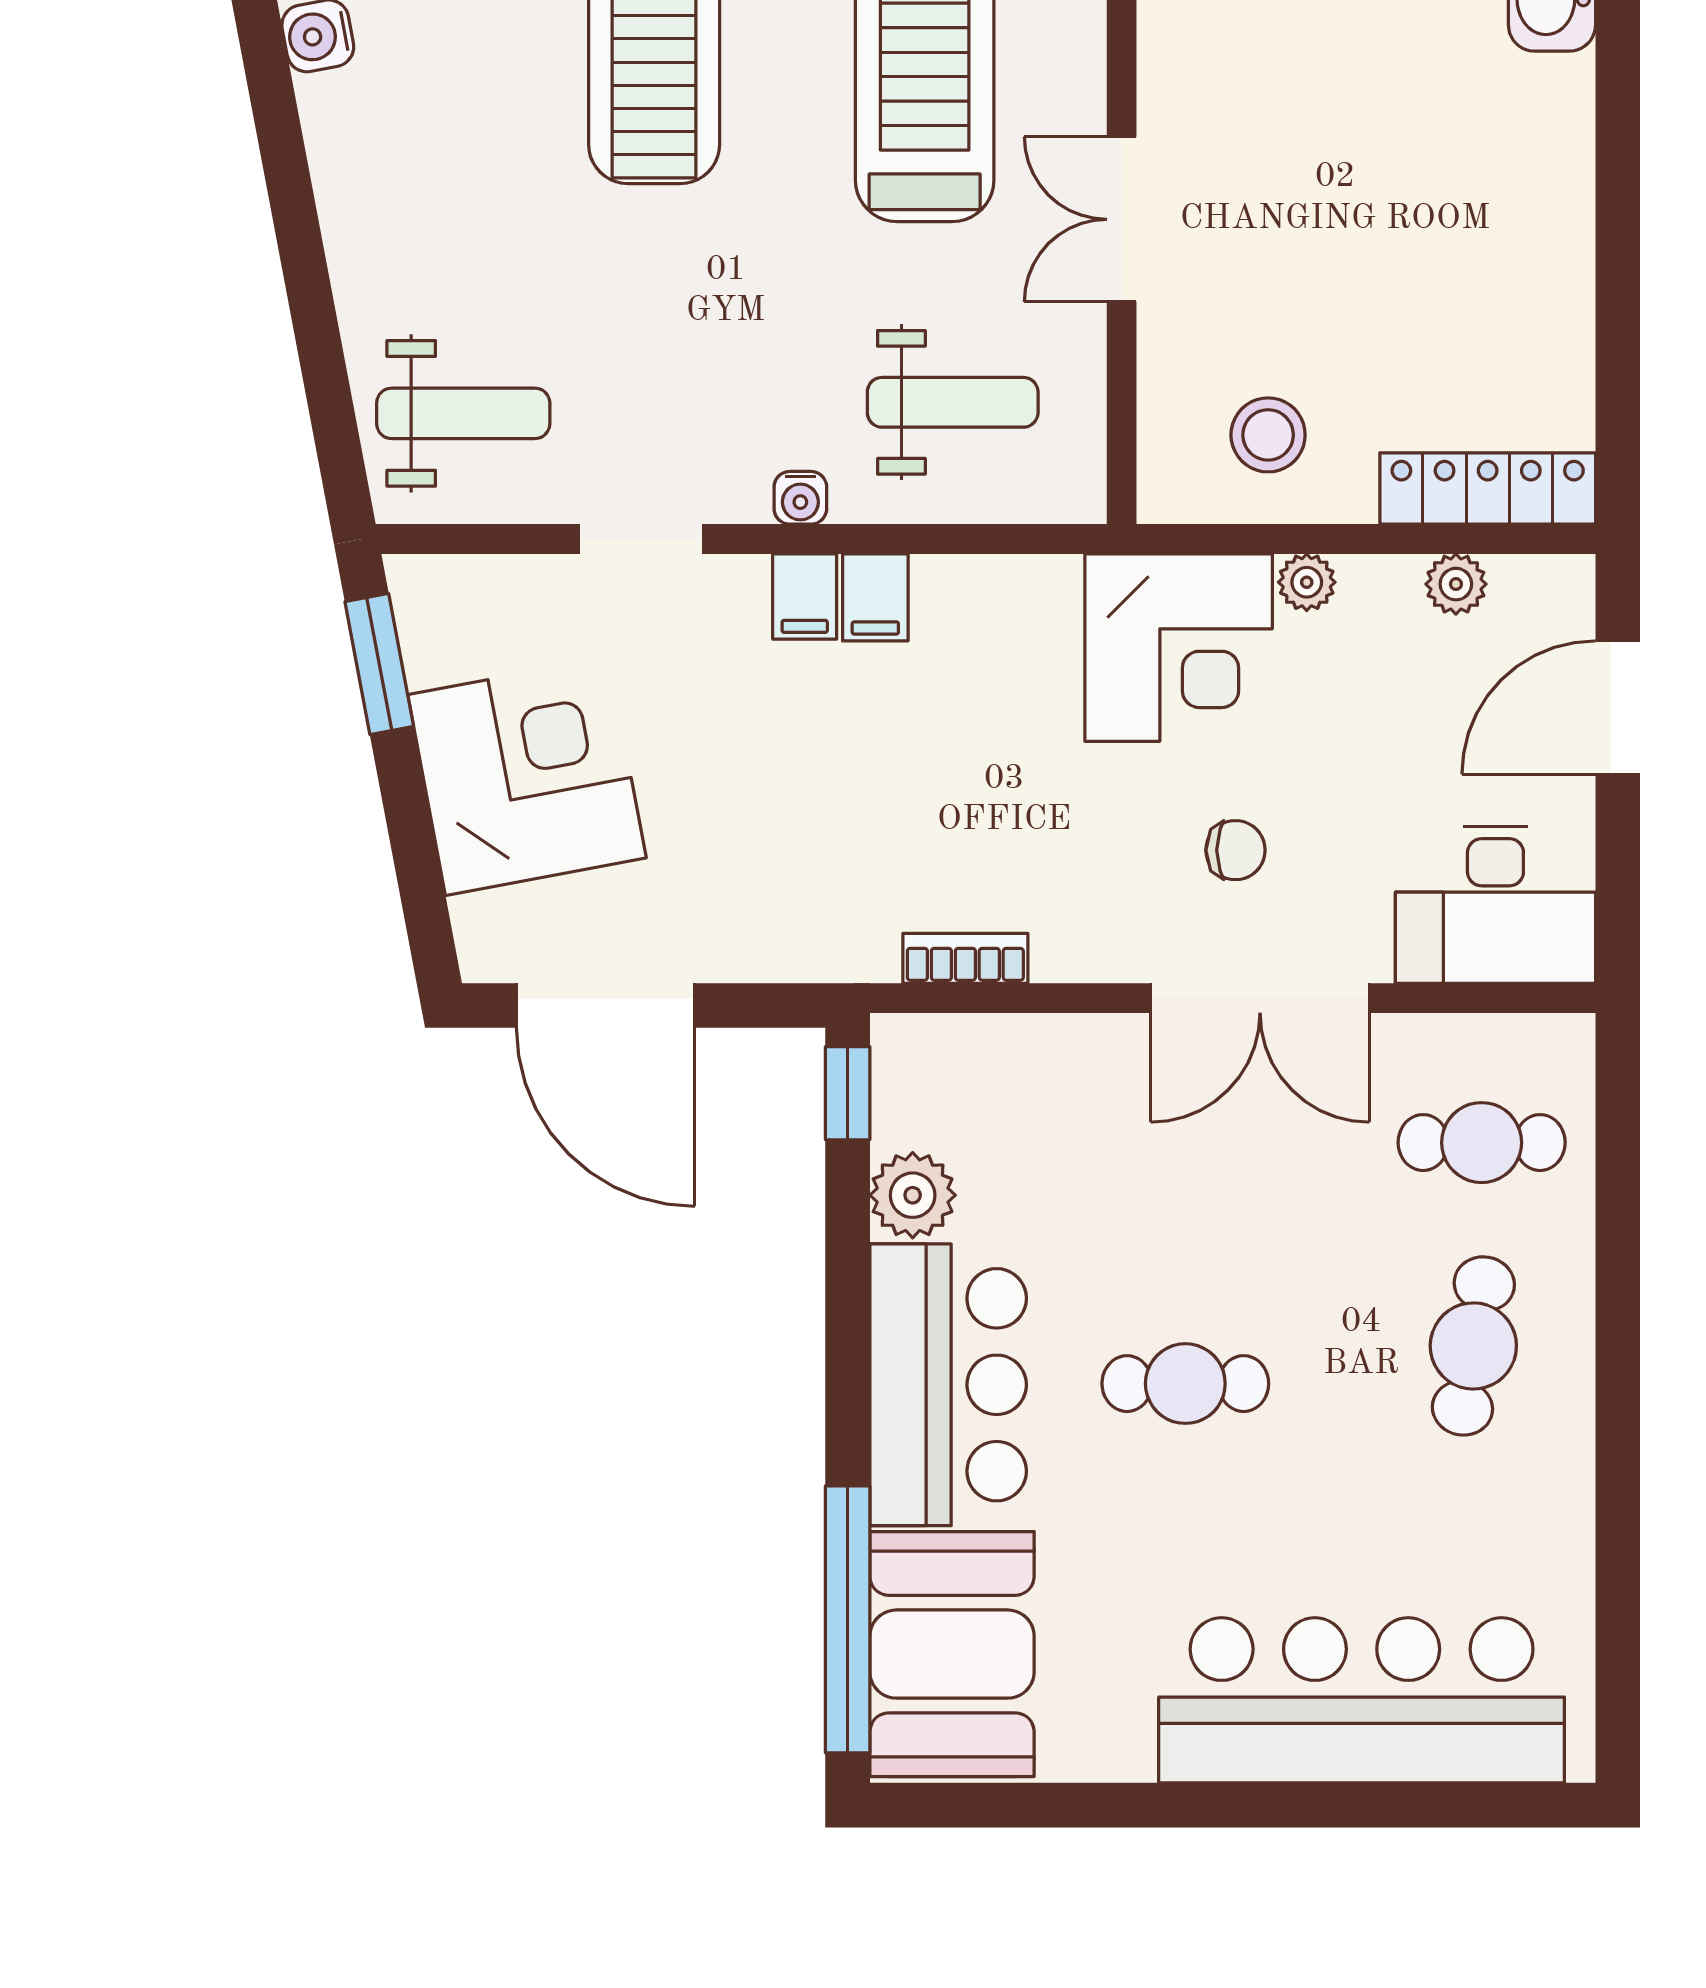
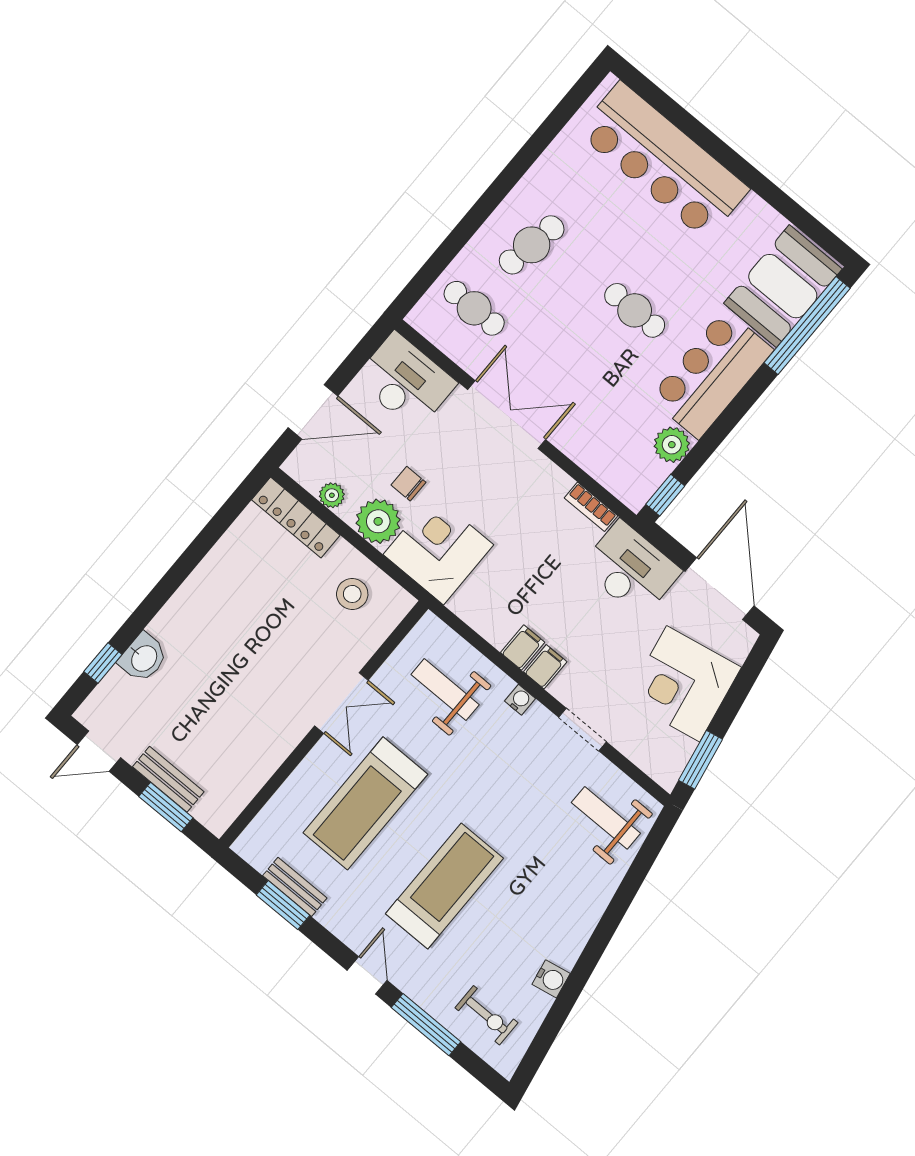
plant: (1307, 582) -> (378, 521), width x1.88, depth x1.88
chair: (1235, 850) -> (409, 484), moved
desk: (798, 905) -> (631, 569), added

